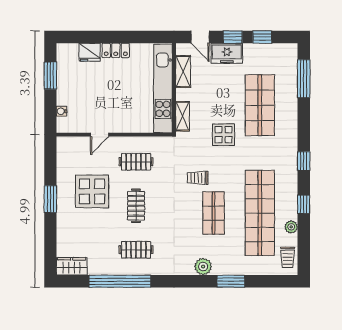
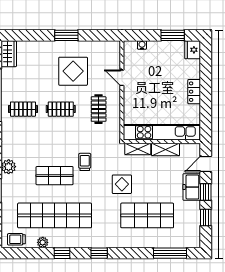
fridge: (90, 52) -> (193, 50), moved
shelving: (183, 72) -> (166, 150), moved
clothes rail: (136, 250) -> (23, 109), turned 90

